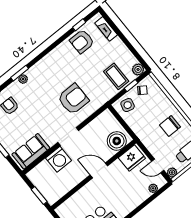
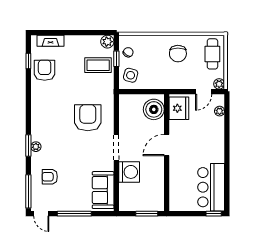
armchair: (82, 41) -> (45, 70), turned 180

